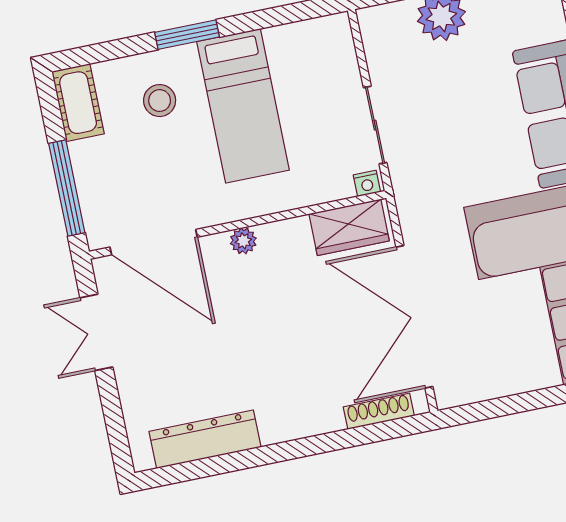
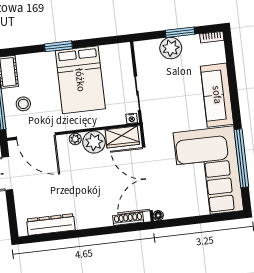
stool: (160, 101) -> (23, 104), moved
bed: (243, 106) -> (80, 80), width x1.50
plant: (286, 244) -> (94, 142), added
floor lamp: (446, 398) -> (158, 215), added

